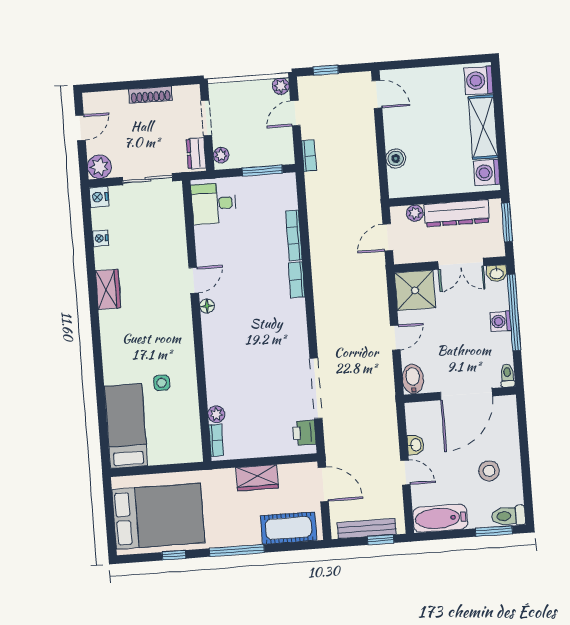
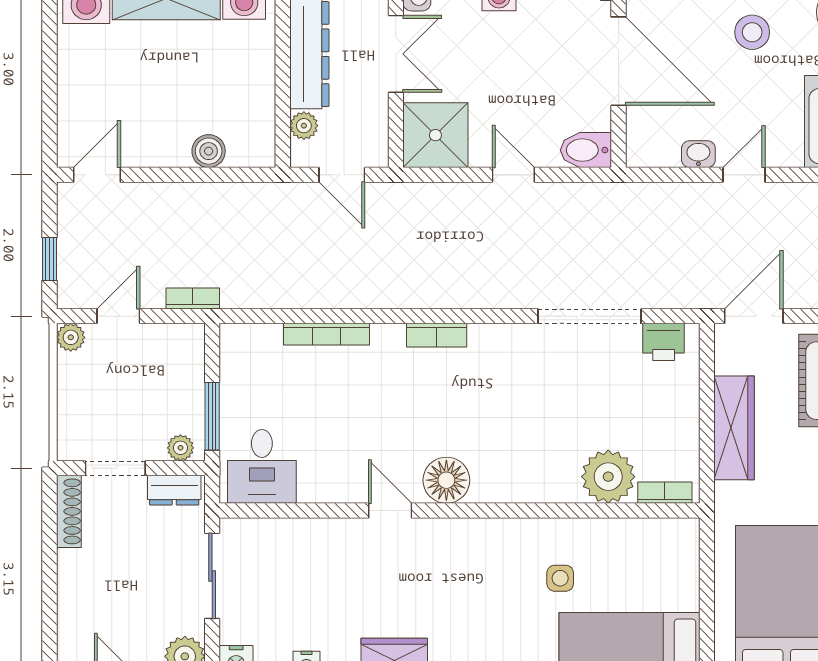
shoe rack: (151, 95) -> (69, 511), moved
door: (295, 113) -> (118, 316), swing flipped
window: (262, 171) -> (212, 416), moved
bookcase: (297, 280) -> (437, 335), moved
floor lamp: (207, 306) -> (446, 480), width x1.89, depth x1.89
plant: (216, 414) -> (608, 477), width x1.87, depth x1.87
wardrobe: (257, 478) -> (734, 428), width x1.50

